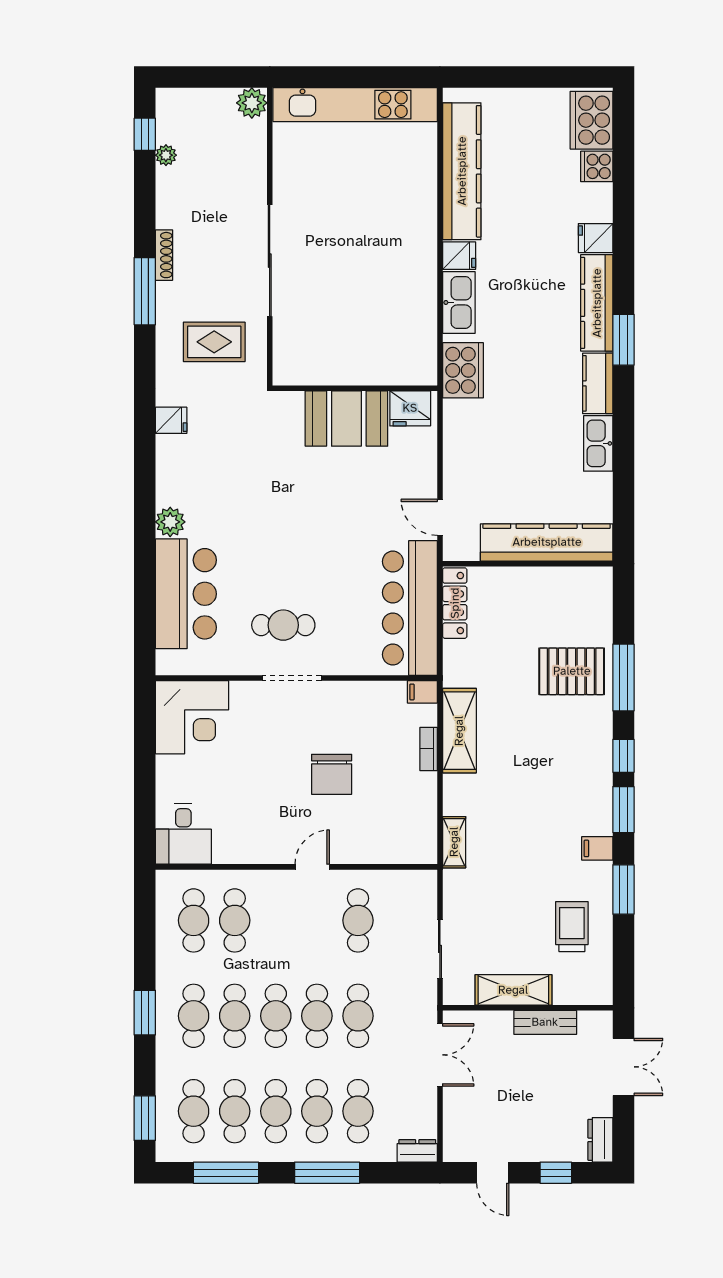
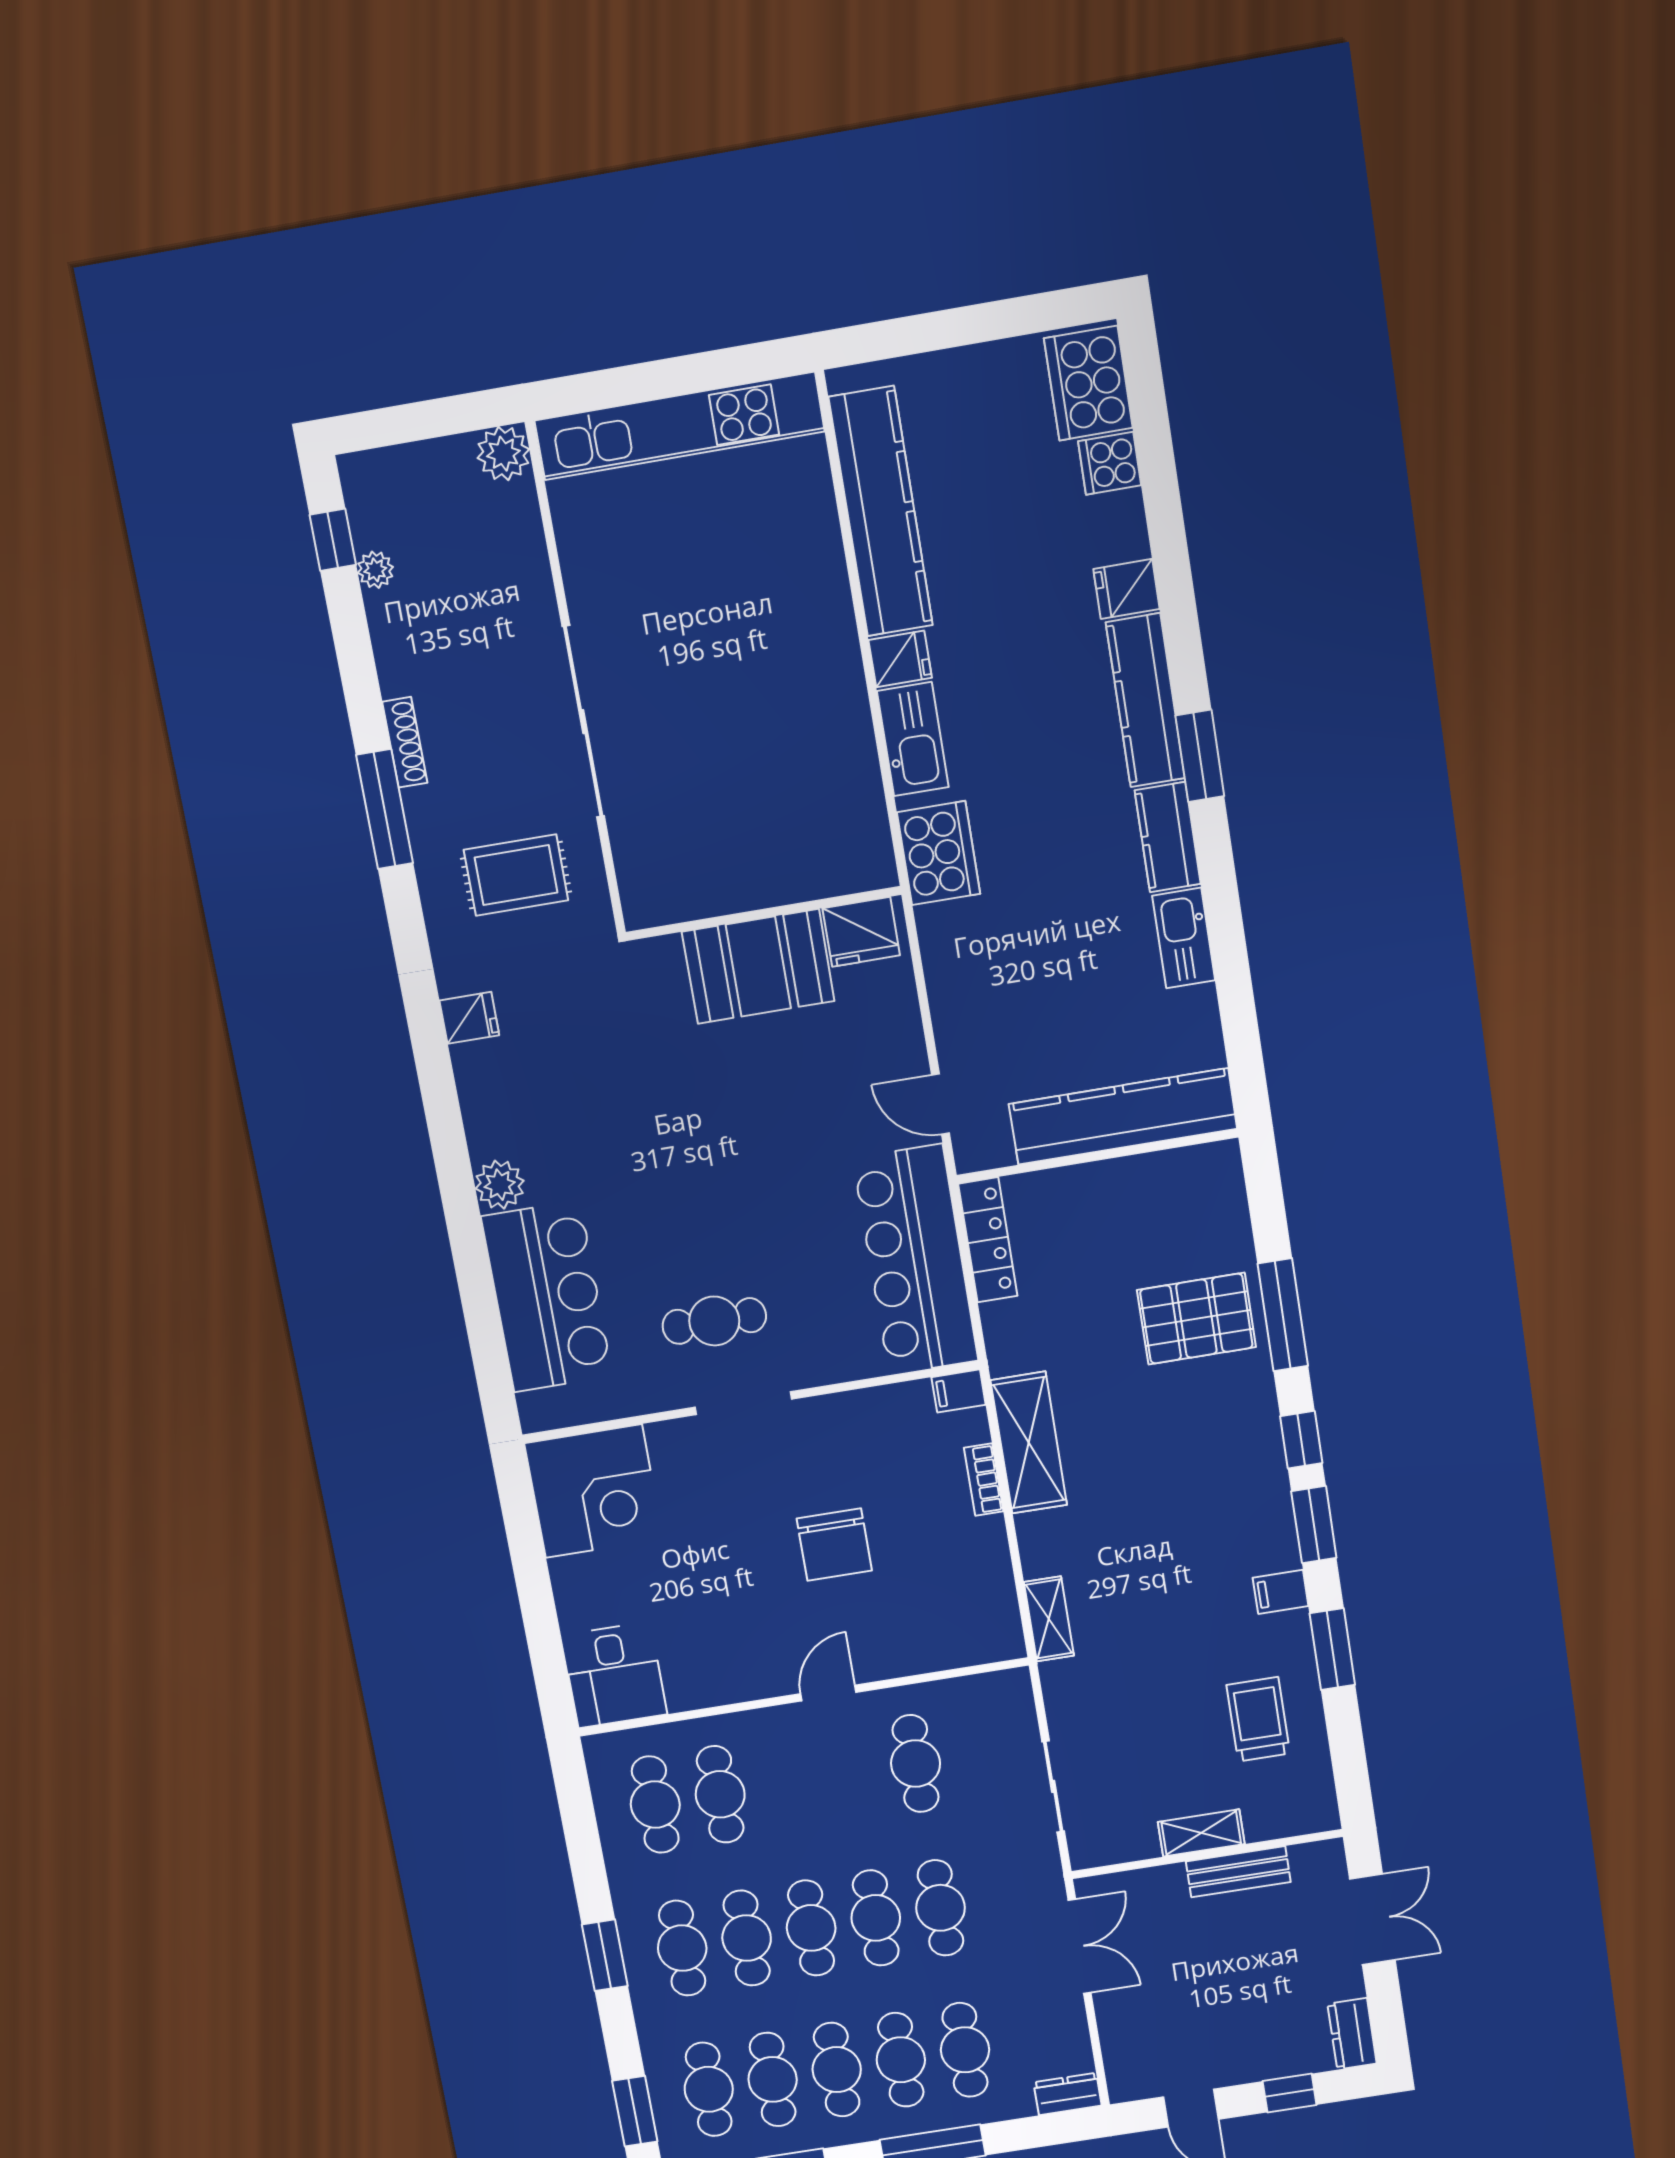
shelving: (513, 990) -> (1201, 1833), width x0.67, depth x0.75

